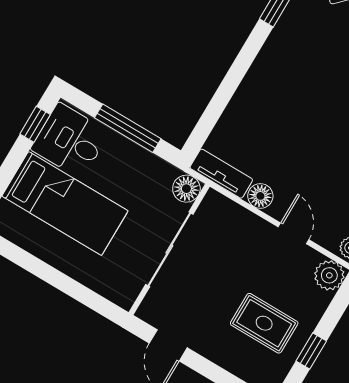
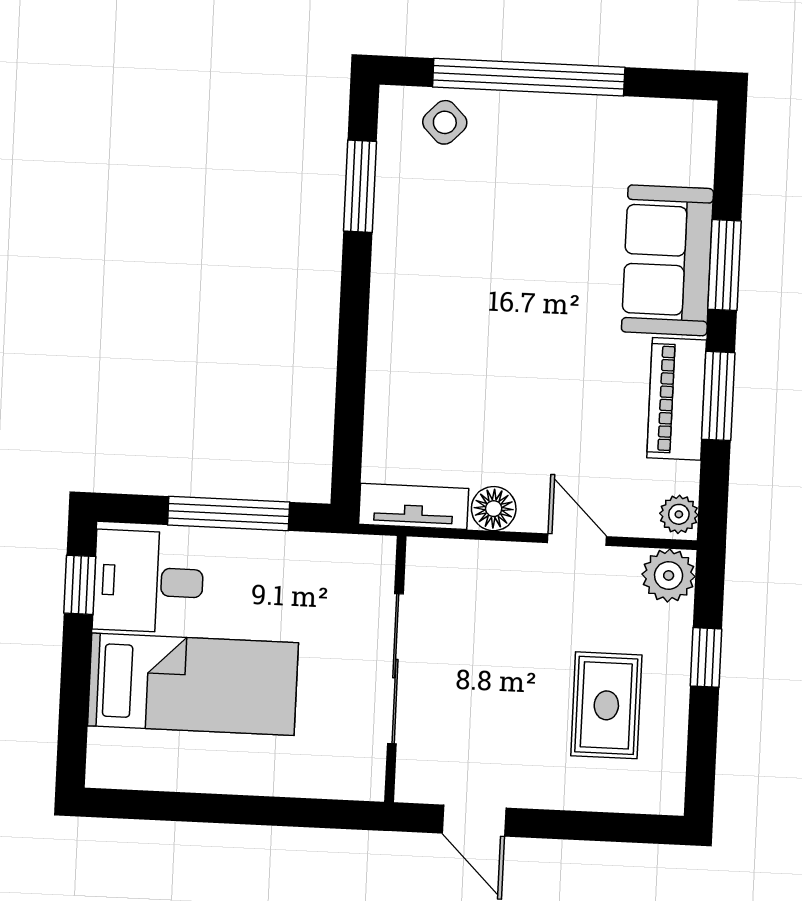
floor lamp: (186, 189) -> (371, 559), removed
rug: (264, 323) -> (606, 705), turned 90
window: (311, 351) -> (706, 657), moved

